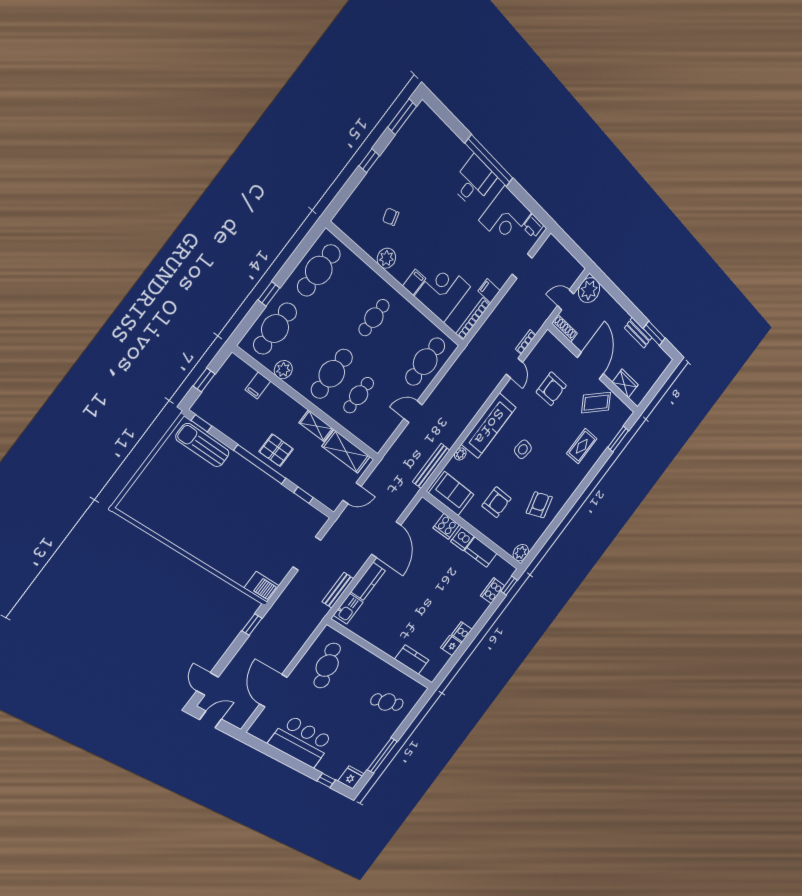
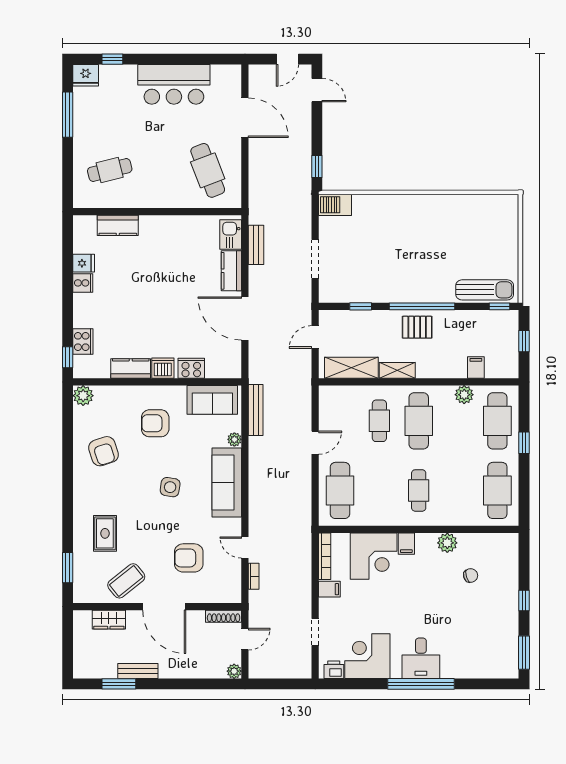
plant: (589, 290) -> (234, 671), width x0.53, depth x0.53

